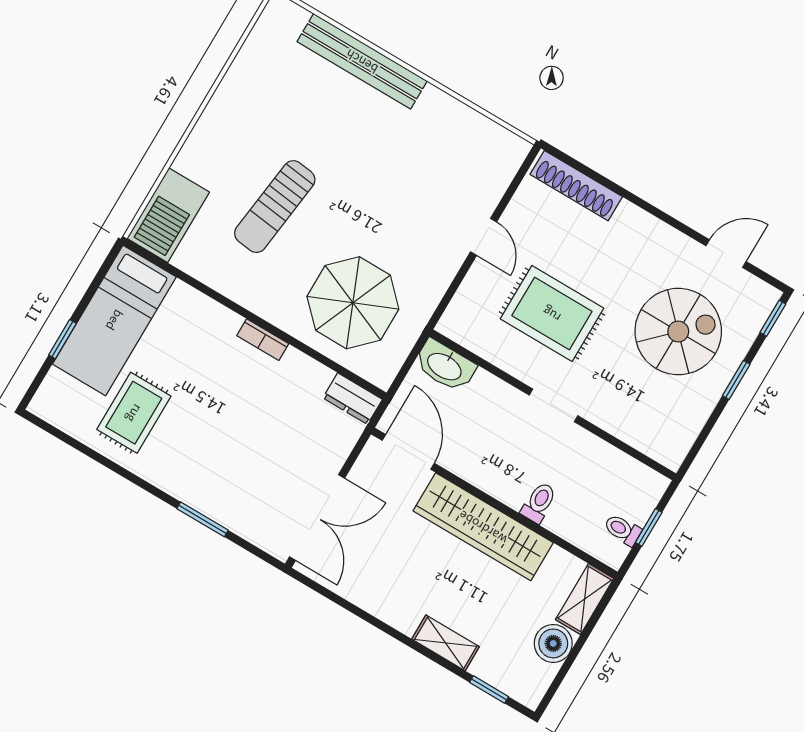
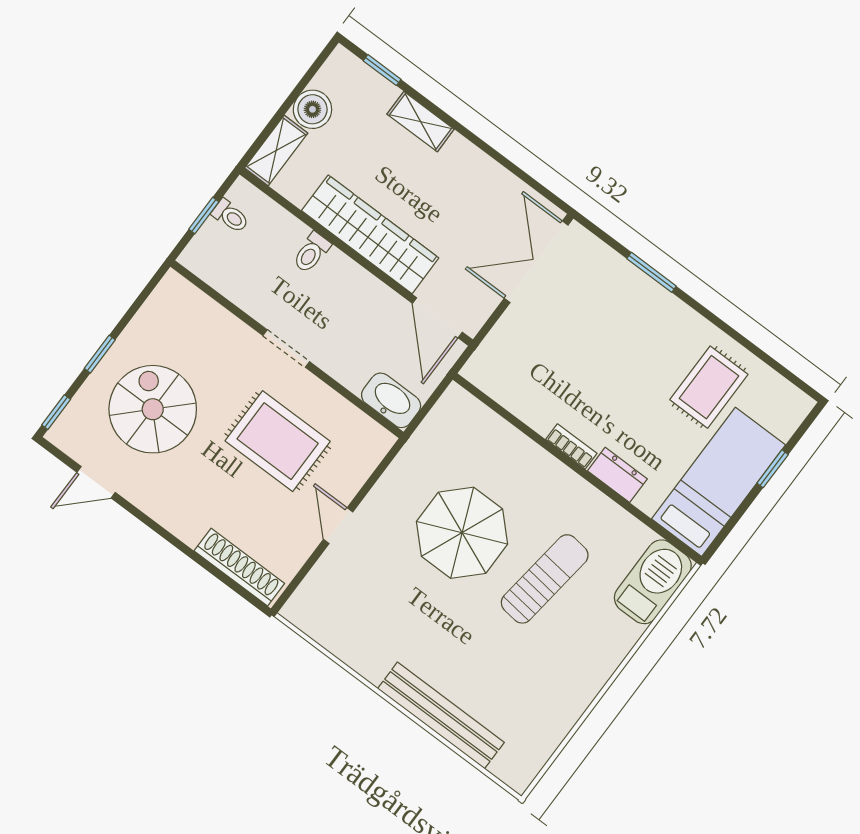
parasol: (353, 303) -> (462, 533), moved
spiral stairs: (678, 332) -> (153, 409), turned 90
dresser: (353, 399) -> (617, 475), moved

